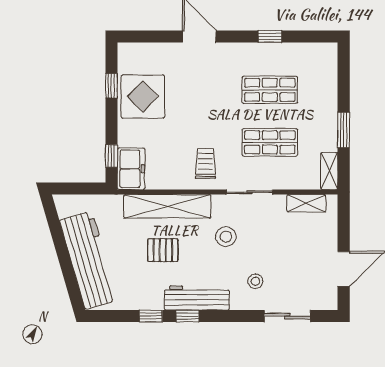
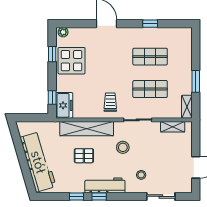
plant: (129, 50) -> (63, 32), added

